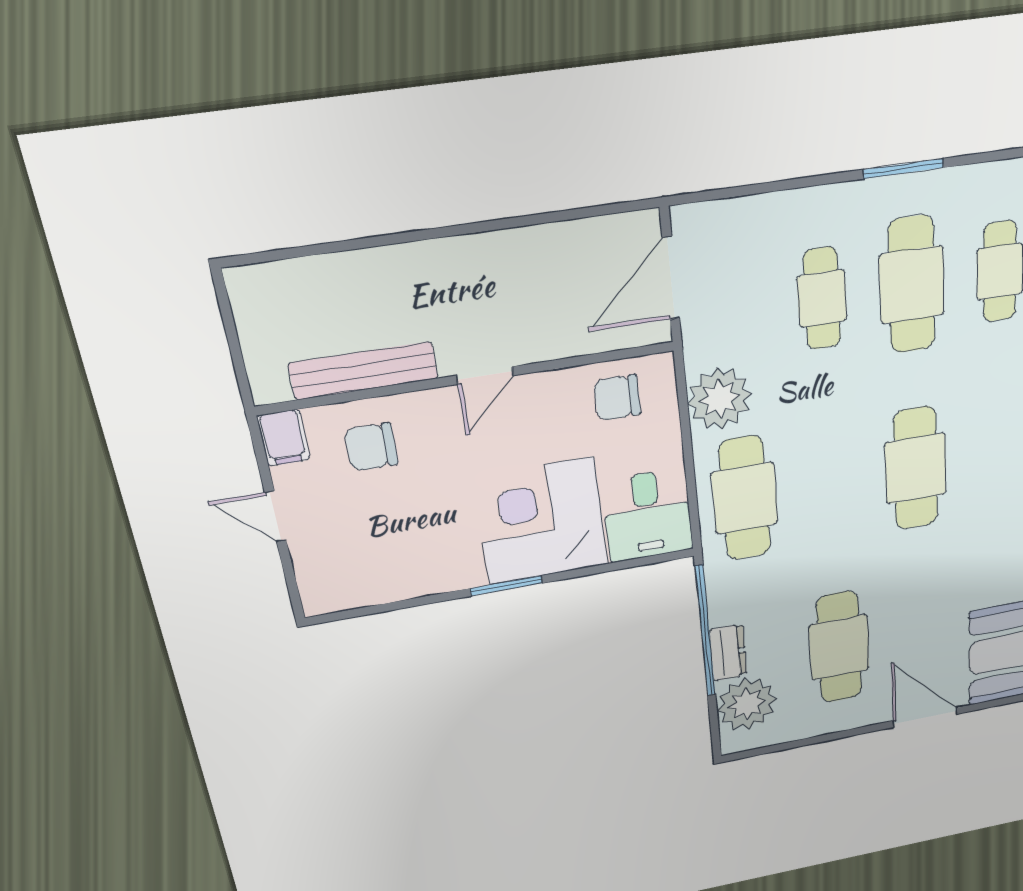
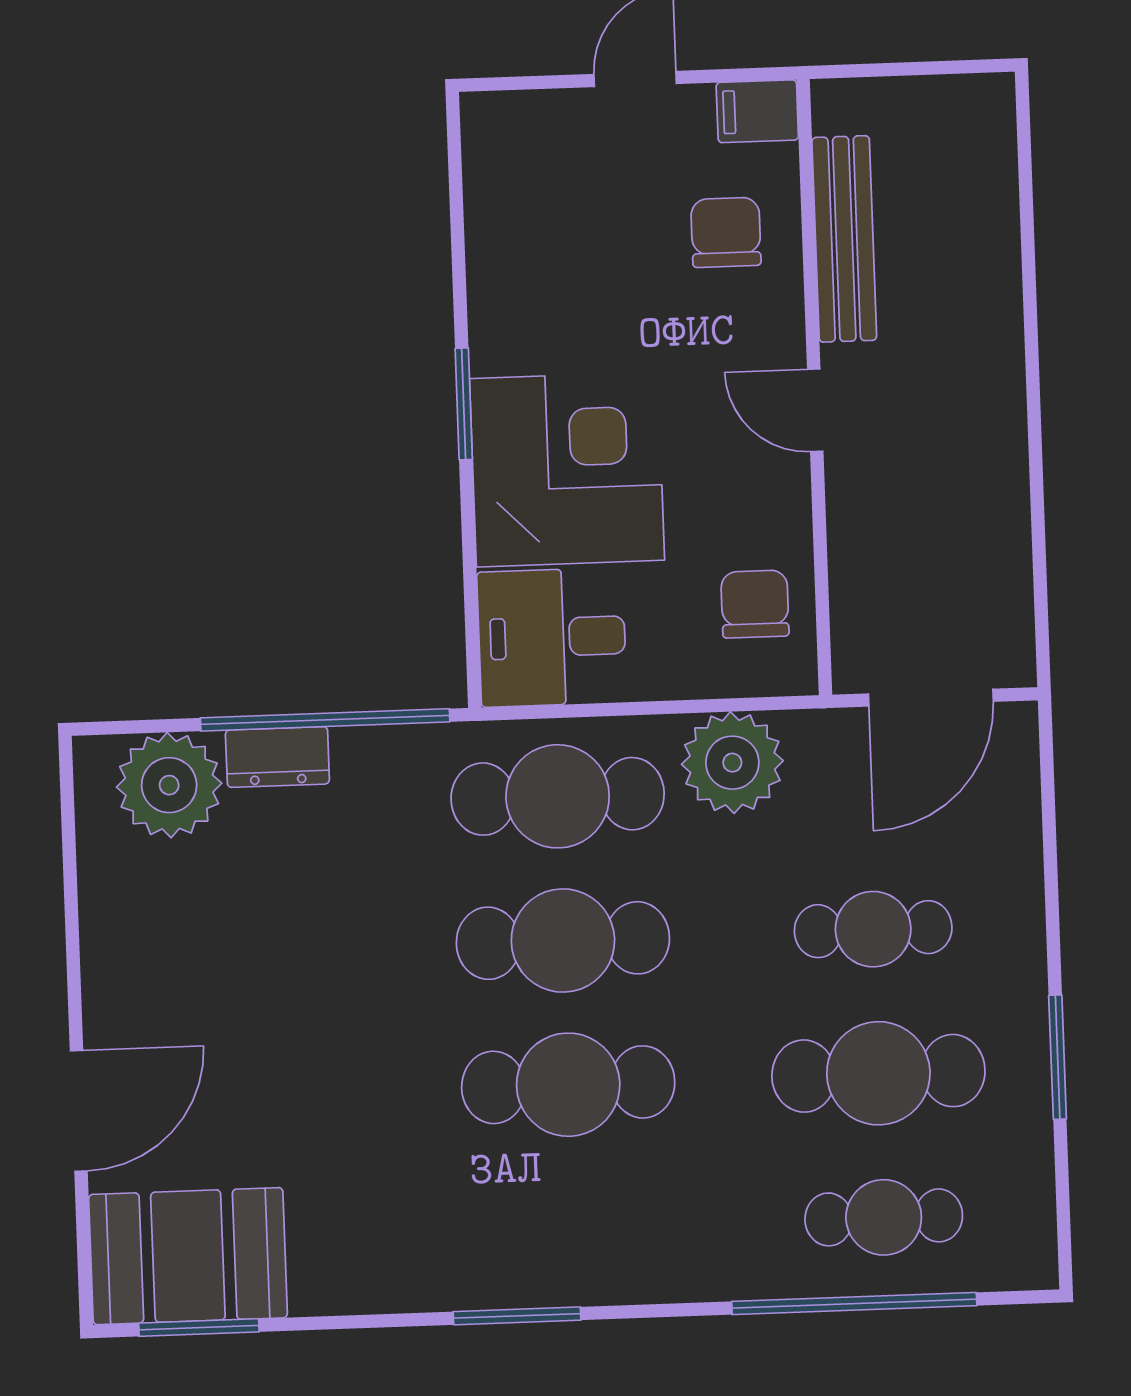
door: (671, 278) -> (931, 698), swing flipped
cafe table: (839, 647) -> (563, 941), moved

